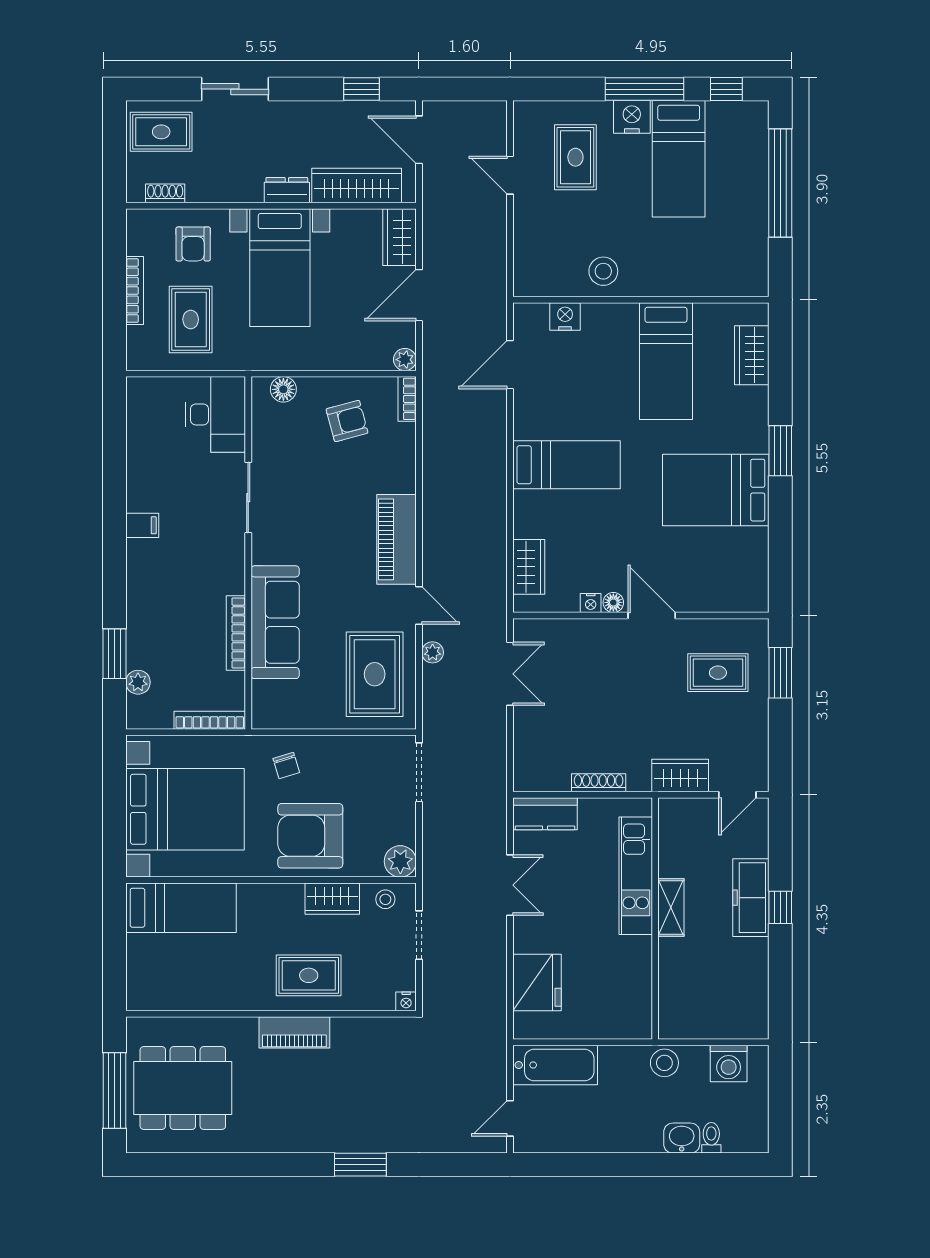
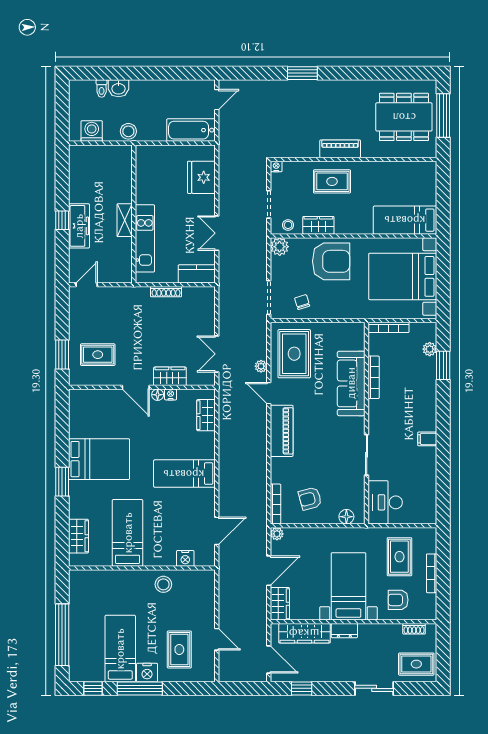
armchair: (193, 244) -> (398, 600), turned -90
bookcase: (407, 399) -> (276, 504), width x1.56
chair: (286, 765) -> (302, 302), moved
wardrobe: (680, 775) -> (170, 376), moved, turned 180

